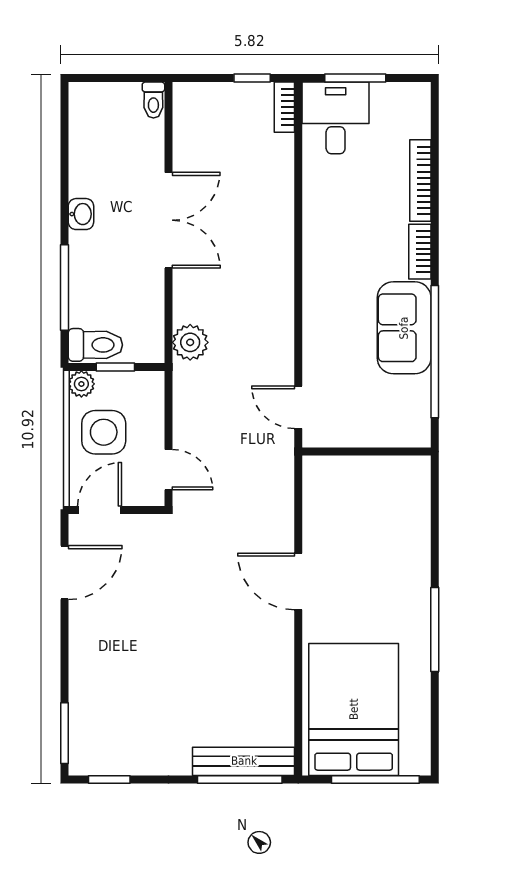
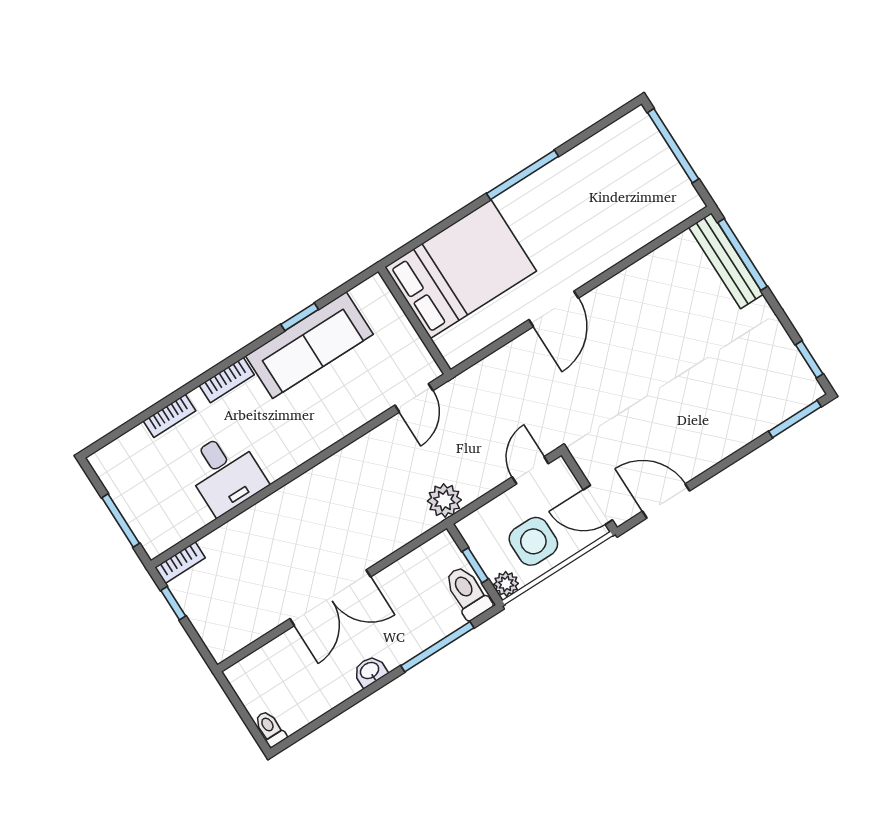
toilet: (153, 100) -> (270, 729), moved, turned -90
desk: (336, 118) -> (225, 473), moved, turned -90
bookcase: (420, 181) -> (170, 416), width x0.64
double door: (168, 220) -> (330, 598), swing flipped
sofa: (404, 328) -> (309, 345), width x1.36
plant: (190, 342) -> (444, 500), moved
window: (435, 352) -> (300, 317), width x0.32
bed: (354, 709) -> (461, 269), moved, turned 180

